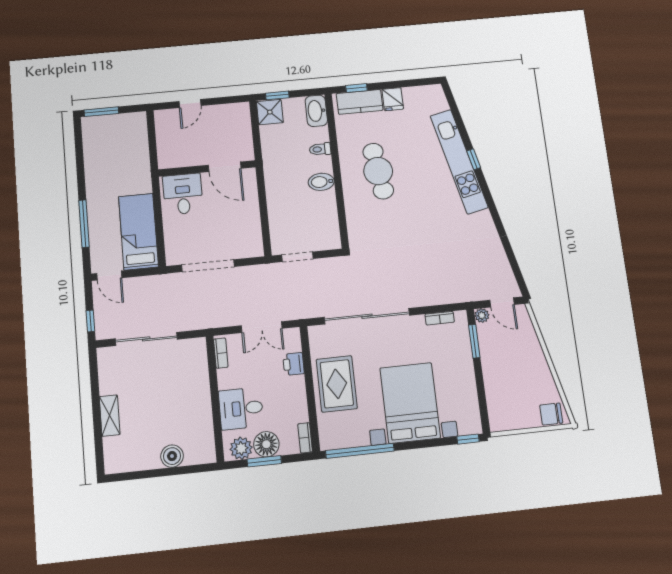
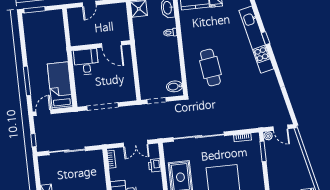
cafe table: (378, 171) -> (210, 68), moved
bidet: (321, 182) -> (175, 86), moved
door: (109, 276) -> (44, 113), swing flipped

